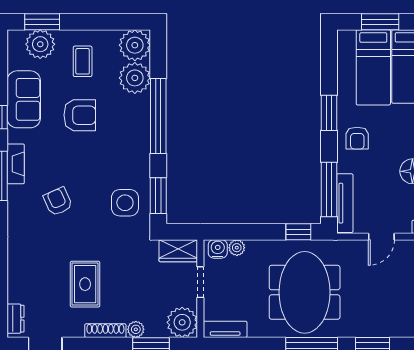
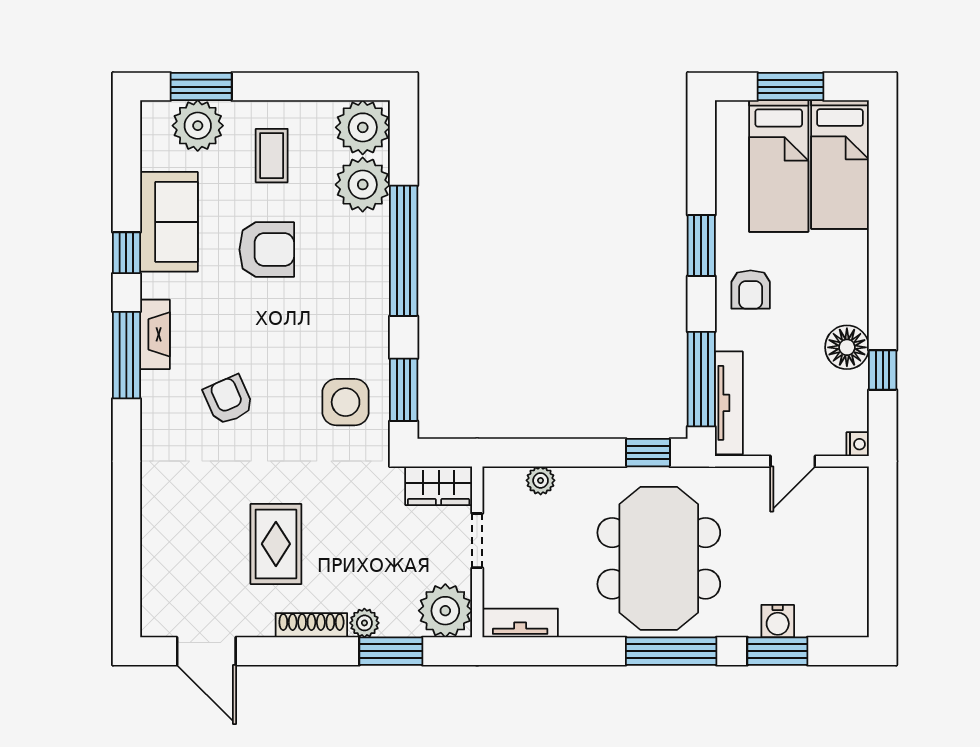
water cooler: (218, 249) -> (778, 621), moved, turned 180
dresser: (15, 319) -> (155, 604), removed

